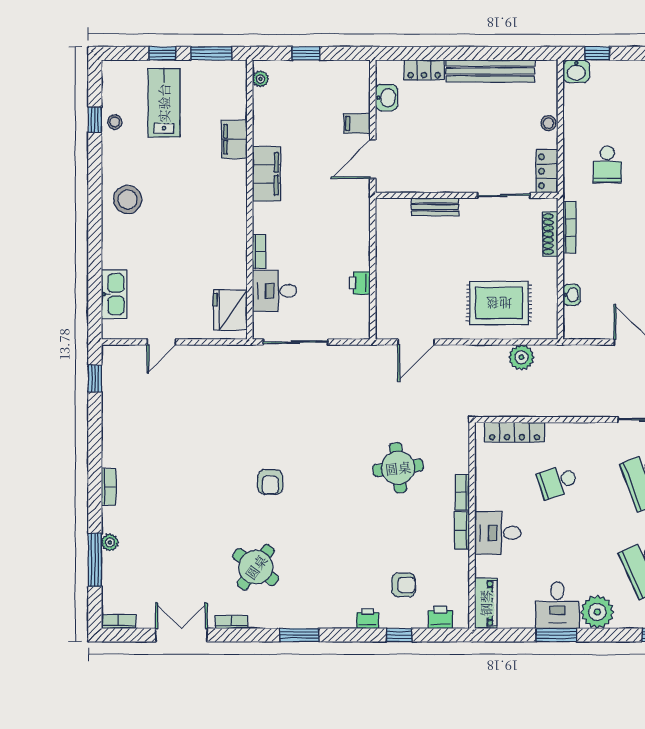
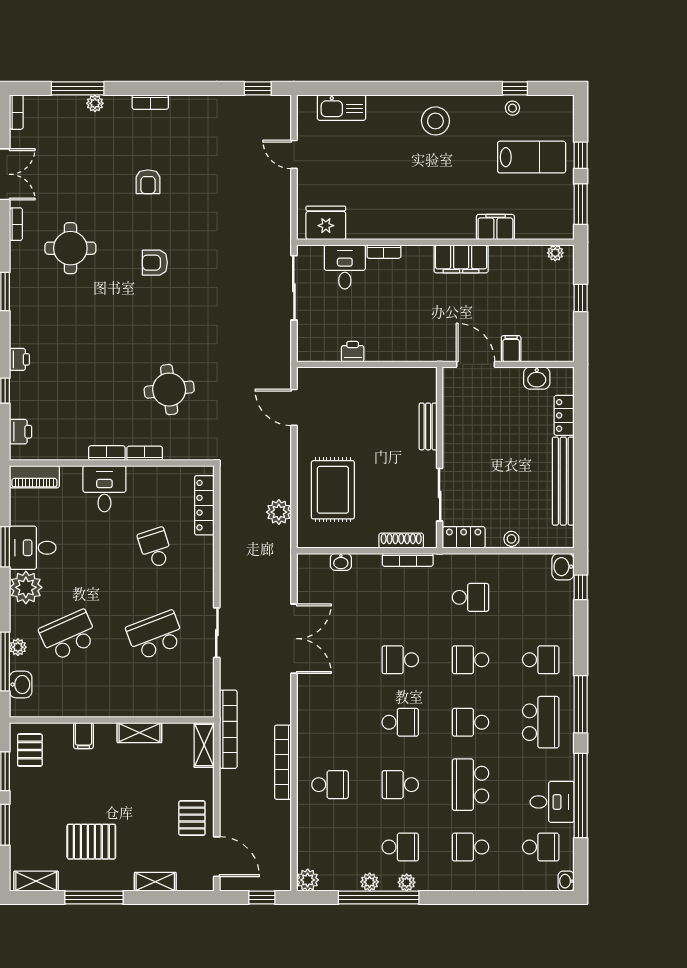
school desk: (607, 164) -> (470, 597), turned 180
round table: (256, 567) -> (70, 248), turned -36
armchair: (404, 585) -> (148, 182), moved

